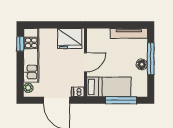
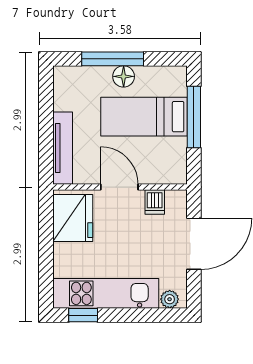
tv unit: (129, 33) -> (63, 148), moved
bed: (109, 87) -> (144, 117), moved, turned -90
dishwasher: (78, 92) -> (155, 202), moved

